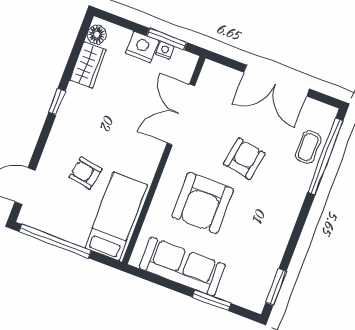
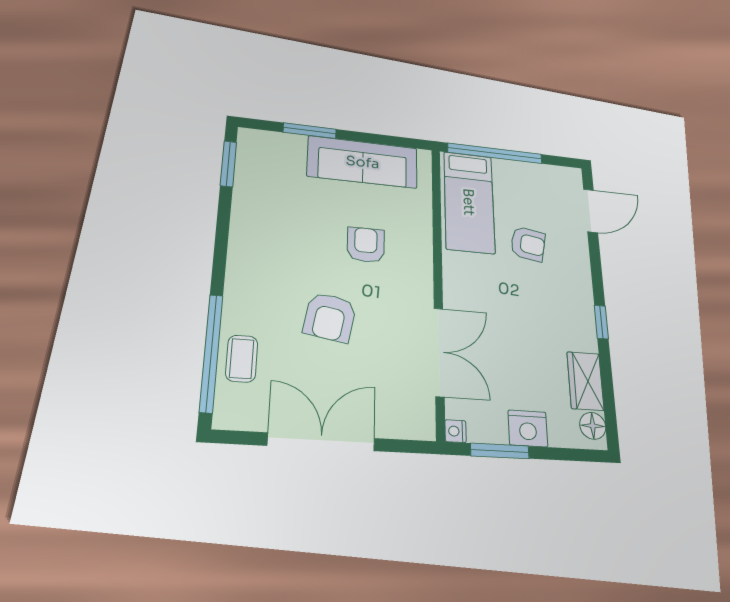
nightstand: (165, 50) -> (456, 431), moved, turned 90
armchair: (203, 203) -> (366, 245), width x0.53, depth x0.53
window: (55, 241) -> (495, 153), moved

